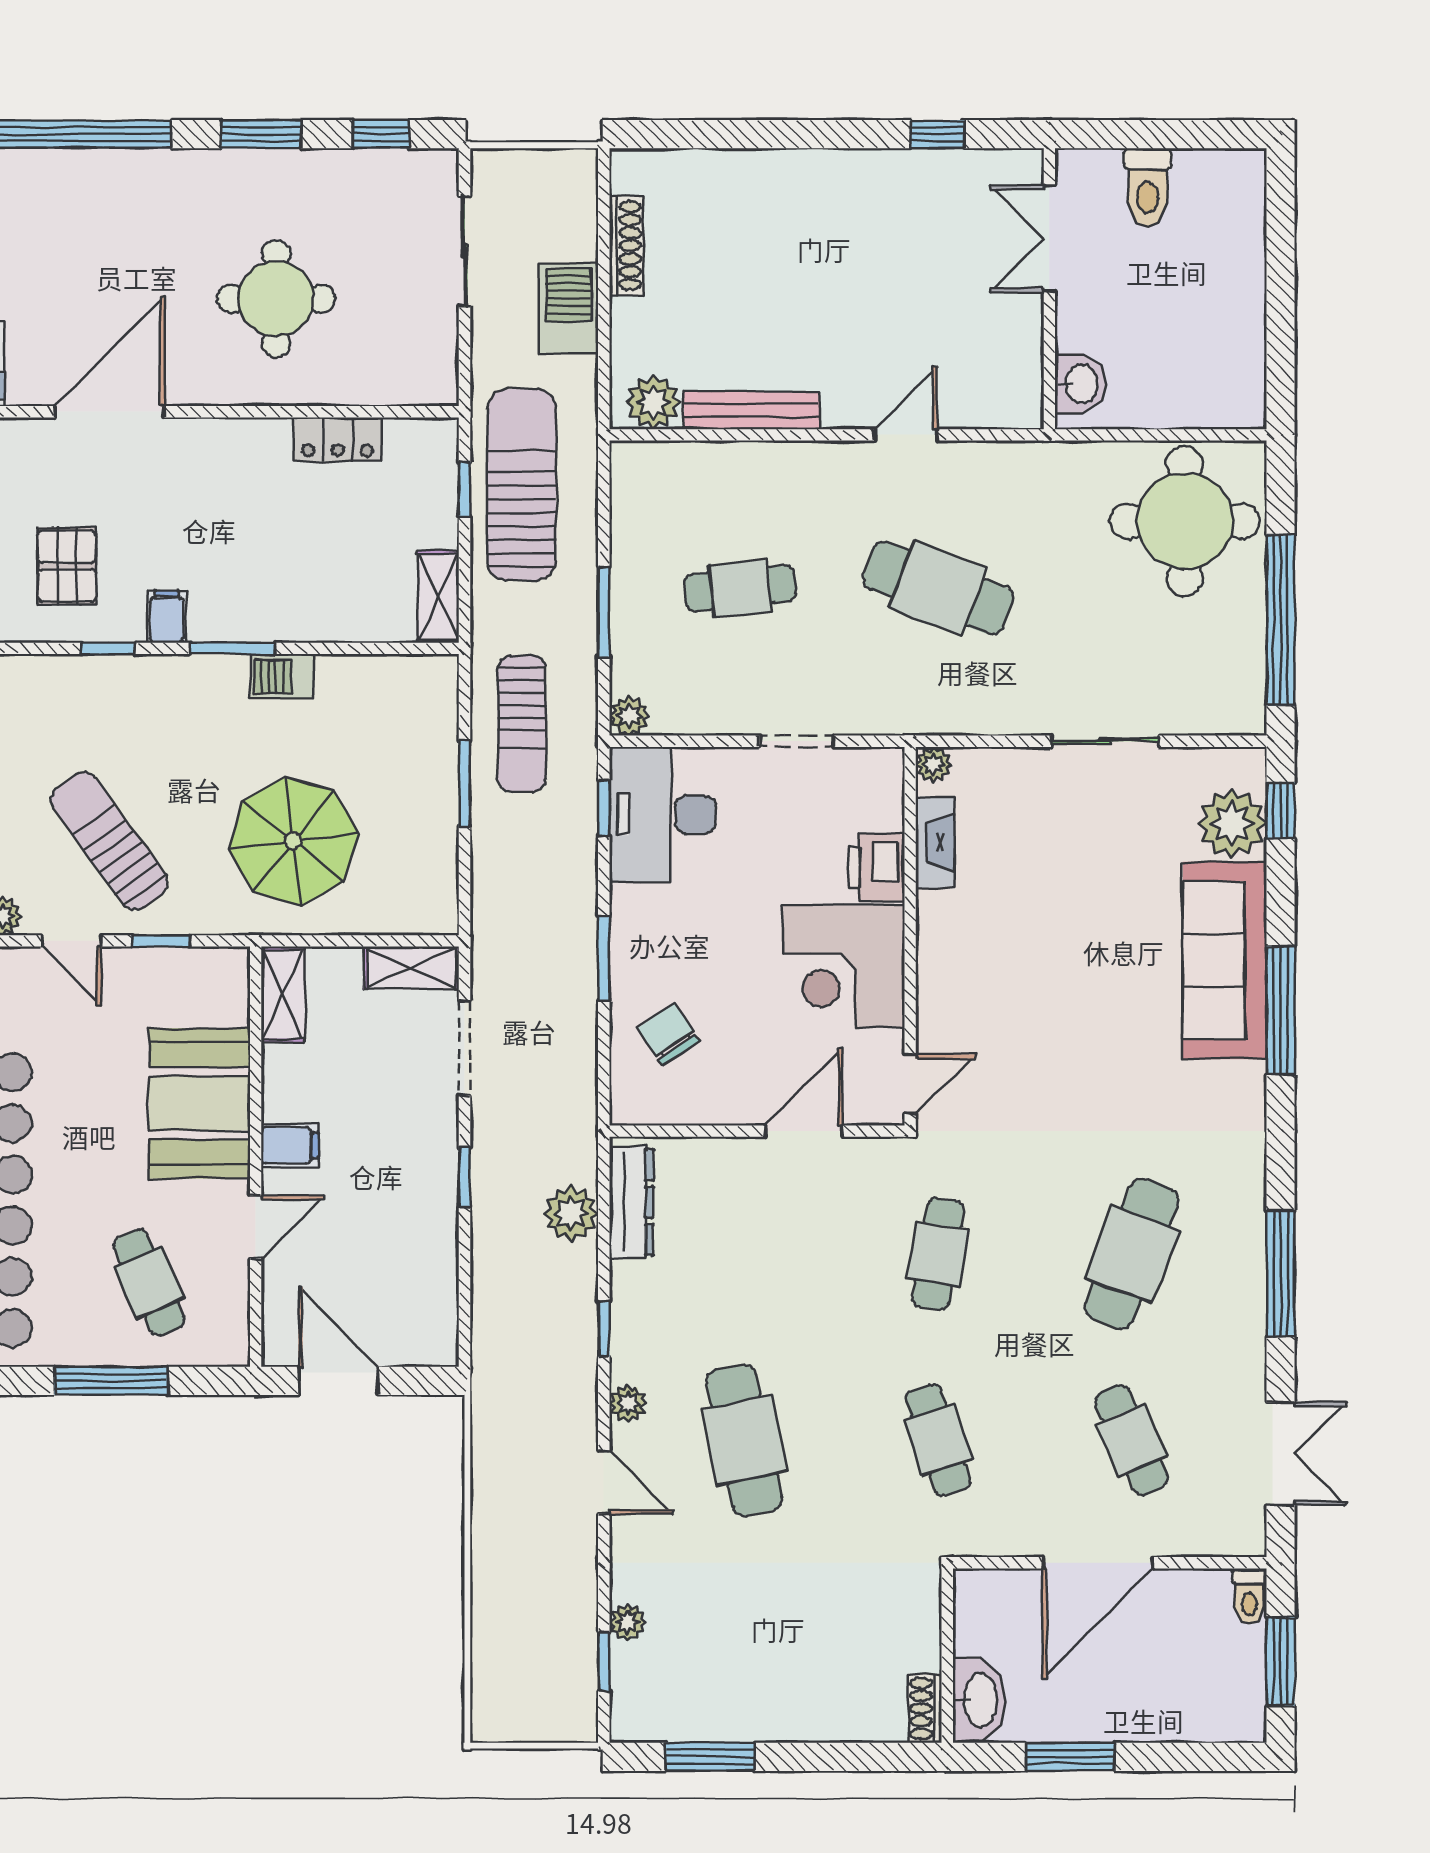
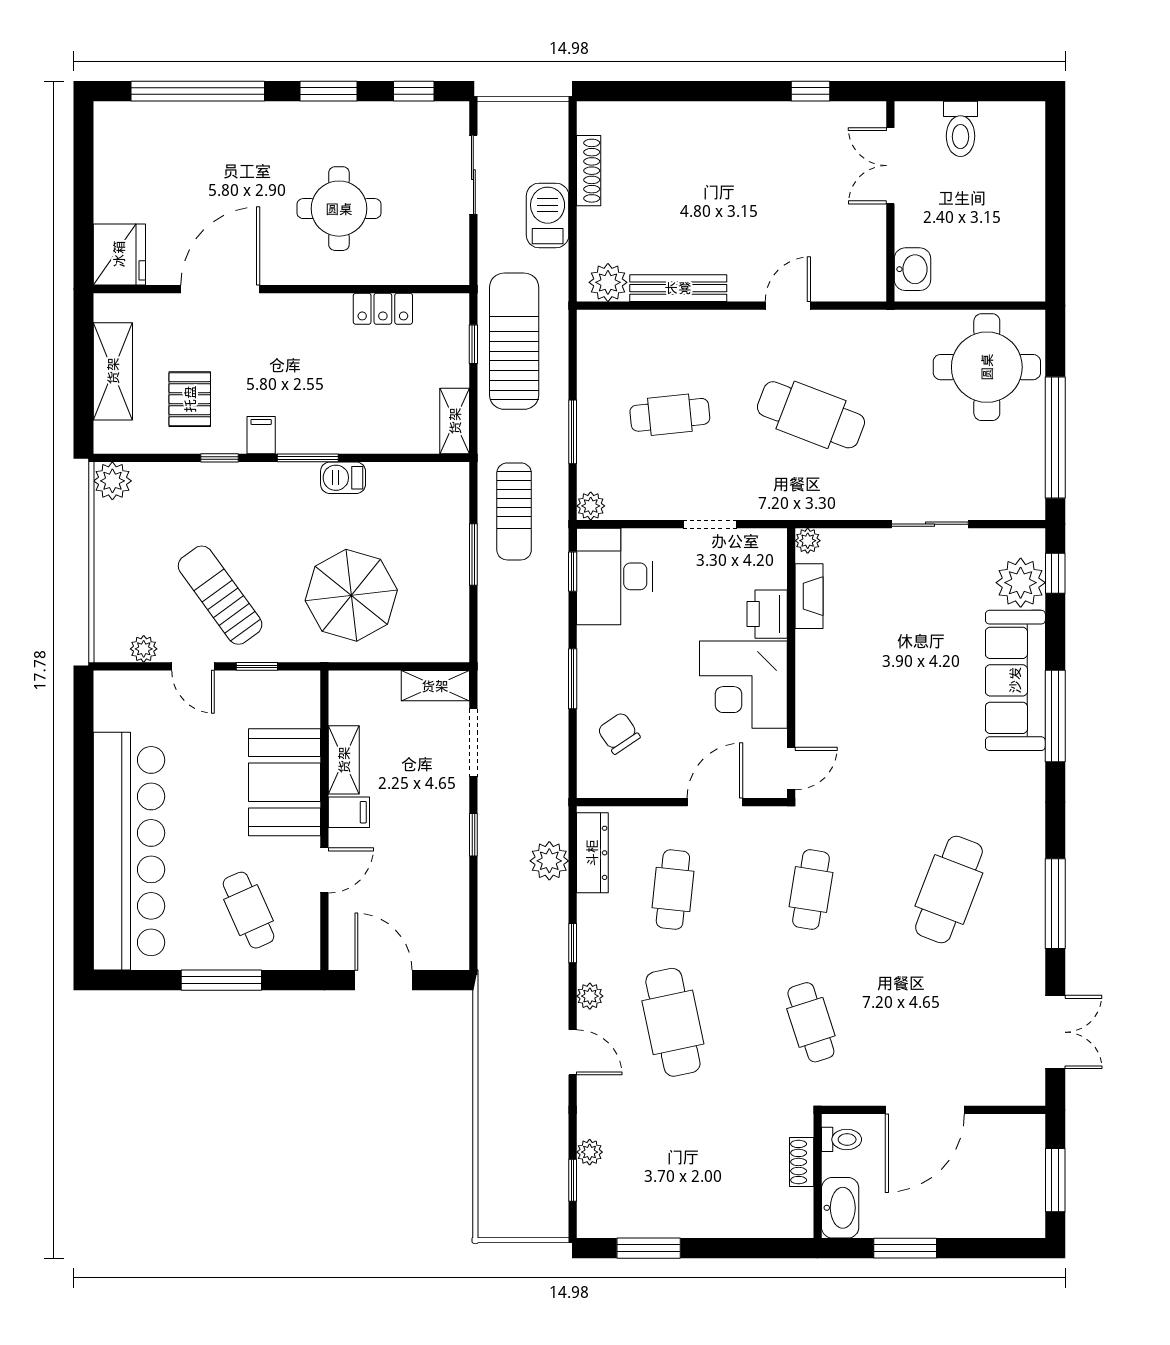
shelving: (283, 994) -> (344, 760), moved
cafe table: (1132, 1440) -> (673, 890), moved, turned 30
toilet: (1249, 1596) -> (842, 1139), moved, turned -90
shoe rack: (925, 1708) -> (802, 1162), moved

